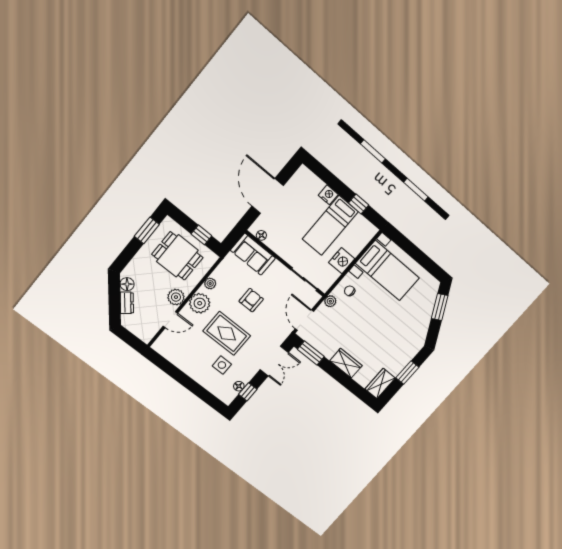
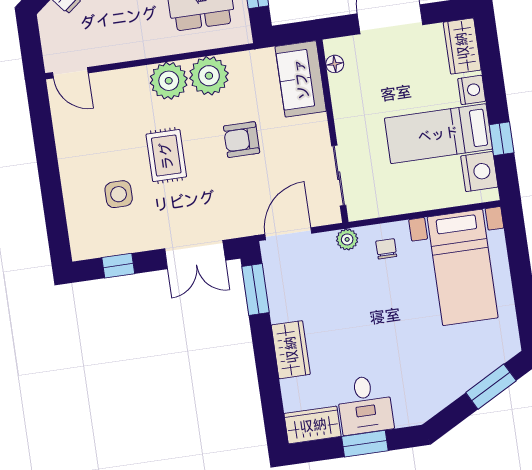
wardrobe: (308, 180) -> (462, 46), added
nightstand: (342, 261) -> (479, 172), moved, turned -90
plant: (210, 283) -> (209, 76), width x1.87, depth x1.87
plant: (176, 297) -> (145, 43), removed
armchair: (251, 300) -> (242, 140), turned 180
door: (170, 320) -> (70, 73), moved
rug: (227, 333) -> (166, 156), width x0.73, depth x0.70
desk: (394, 358) -> (365, 405), added
floor lamp: (239, 386) -> (114, 246), removed

